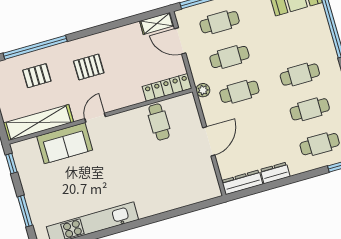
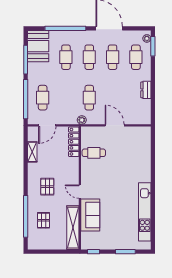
shelving: (157, 23) -> (32, 152), moved
cafe table: (229, 57) -> (66, 57), moved
dresser: (242, 182) -> (146, 112), removed

